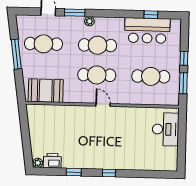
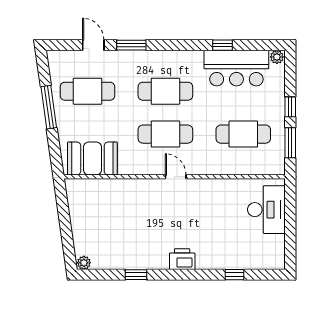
window: (151, 15) -> (223, 45), moved
plant: (89, 21) -> (277, 57), moved
printer: (52, 161) -> (182, 259), moved
window: (109, 173) -> (234, 275), moved

